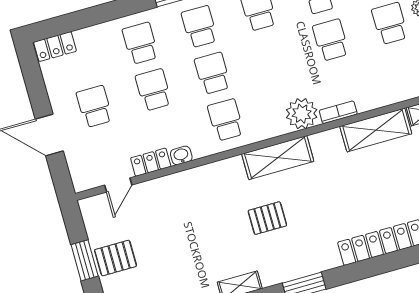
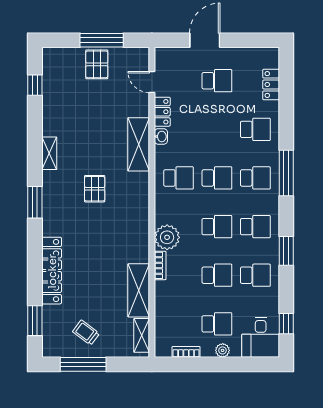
locker: (55, 47) -> (271, 85), moved
school desk: (153, 90) -> (217, 227), moved
shelving: (278, 158) -> (139, 144), moved
window: (85, 260) -> (102, 40), width x1.44

